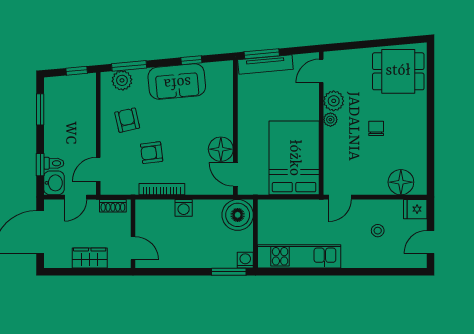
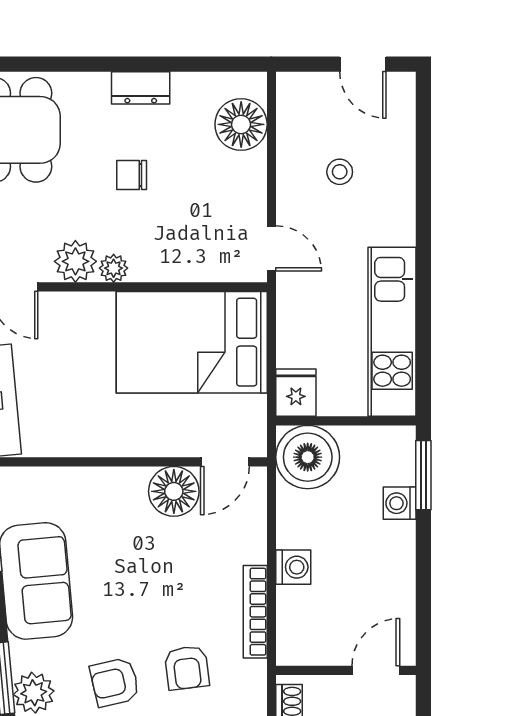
dresser: (419, 133) -> (141, 88), added
armchair: (152, 153) -> (187, 668), moved
fridge: (415, 209) -> (296, 393), moved, turned 180
washing machine: (245, 260) -> (400, 503), moved

